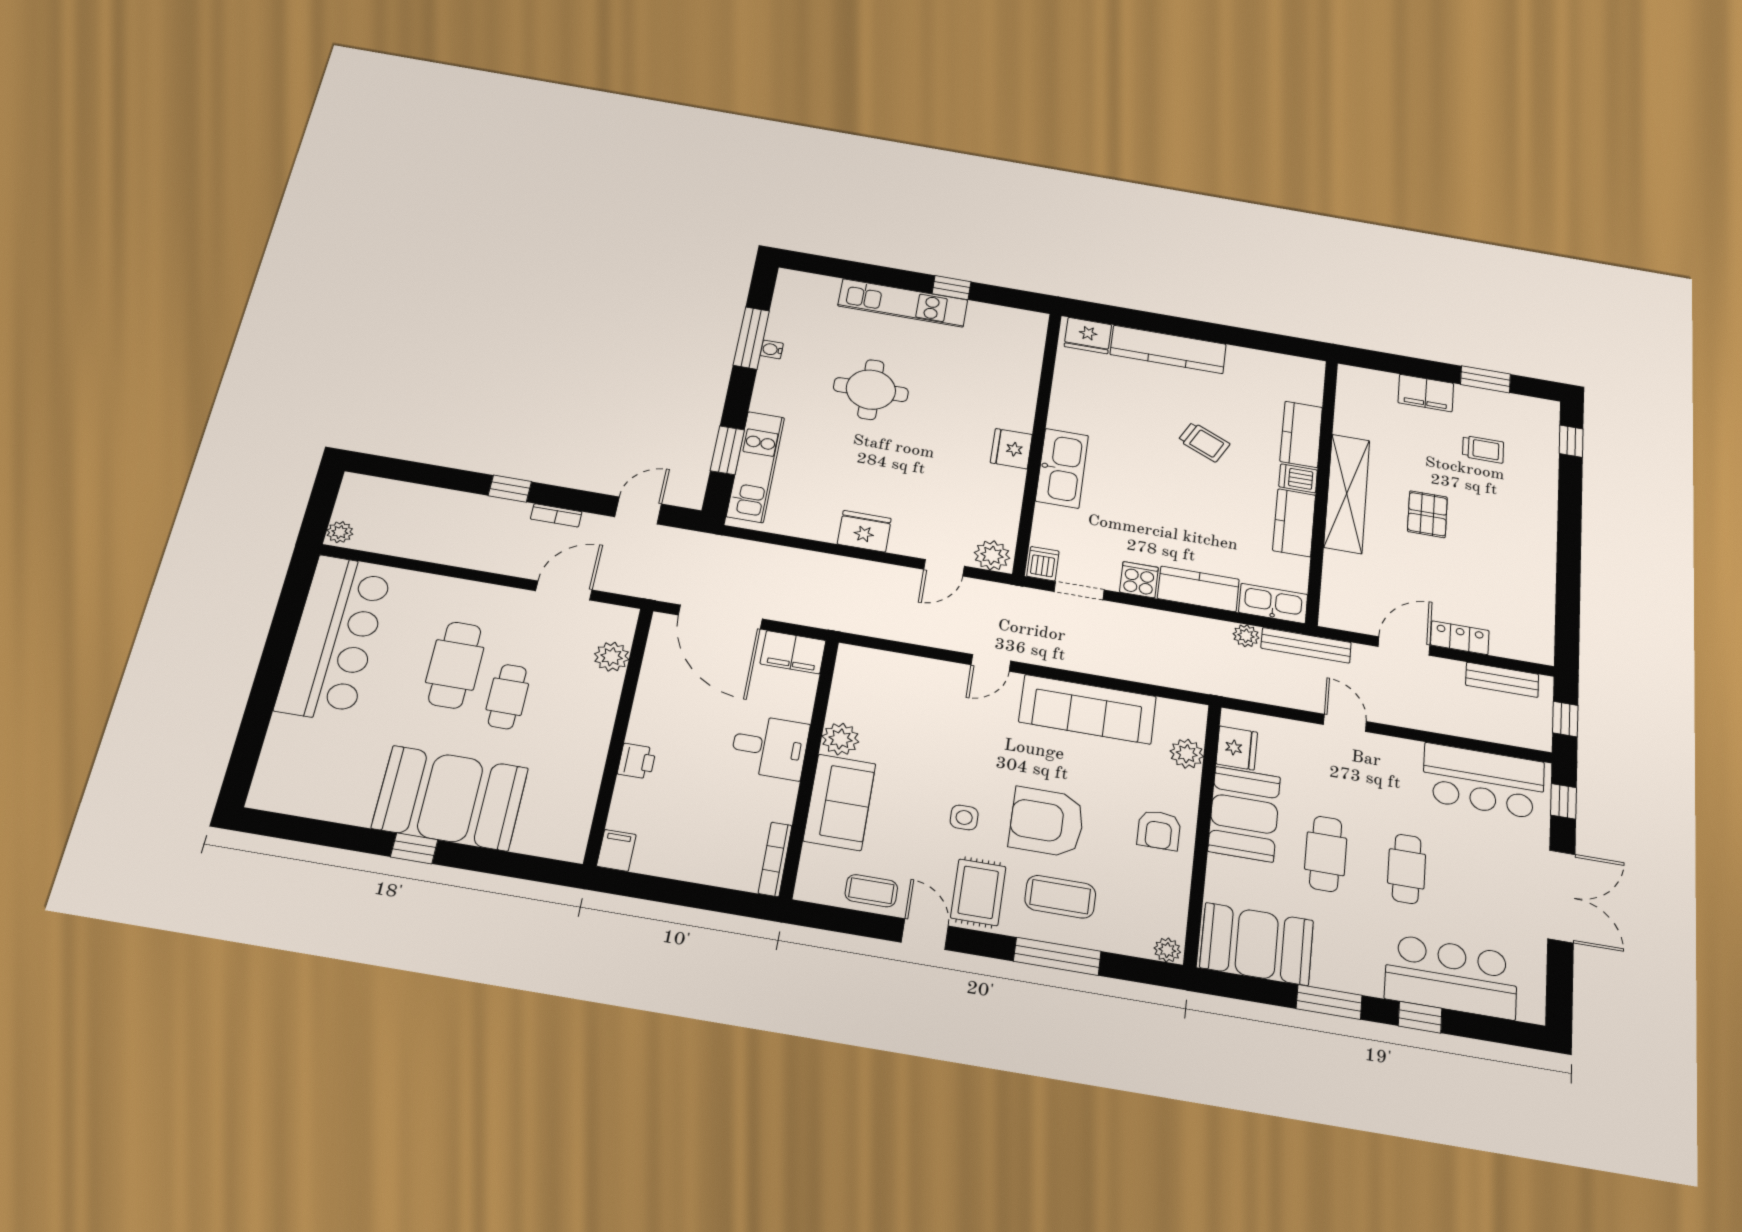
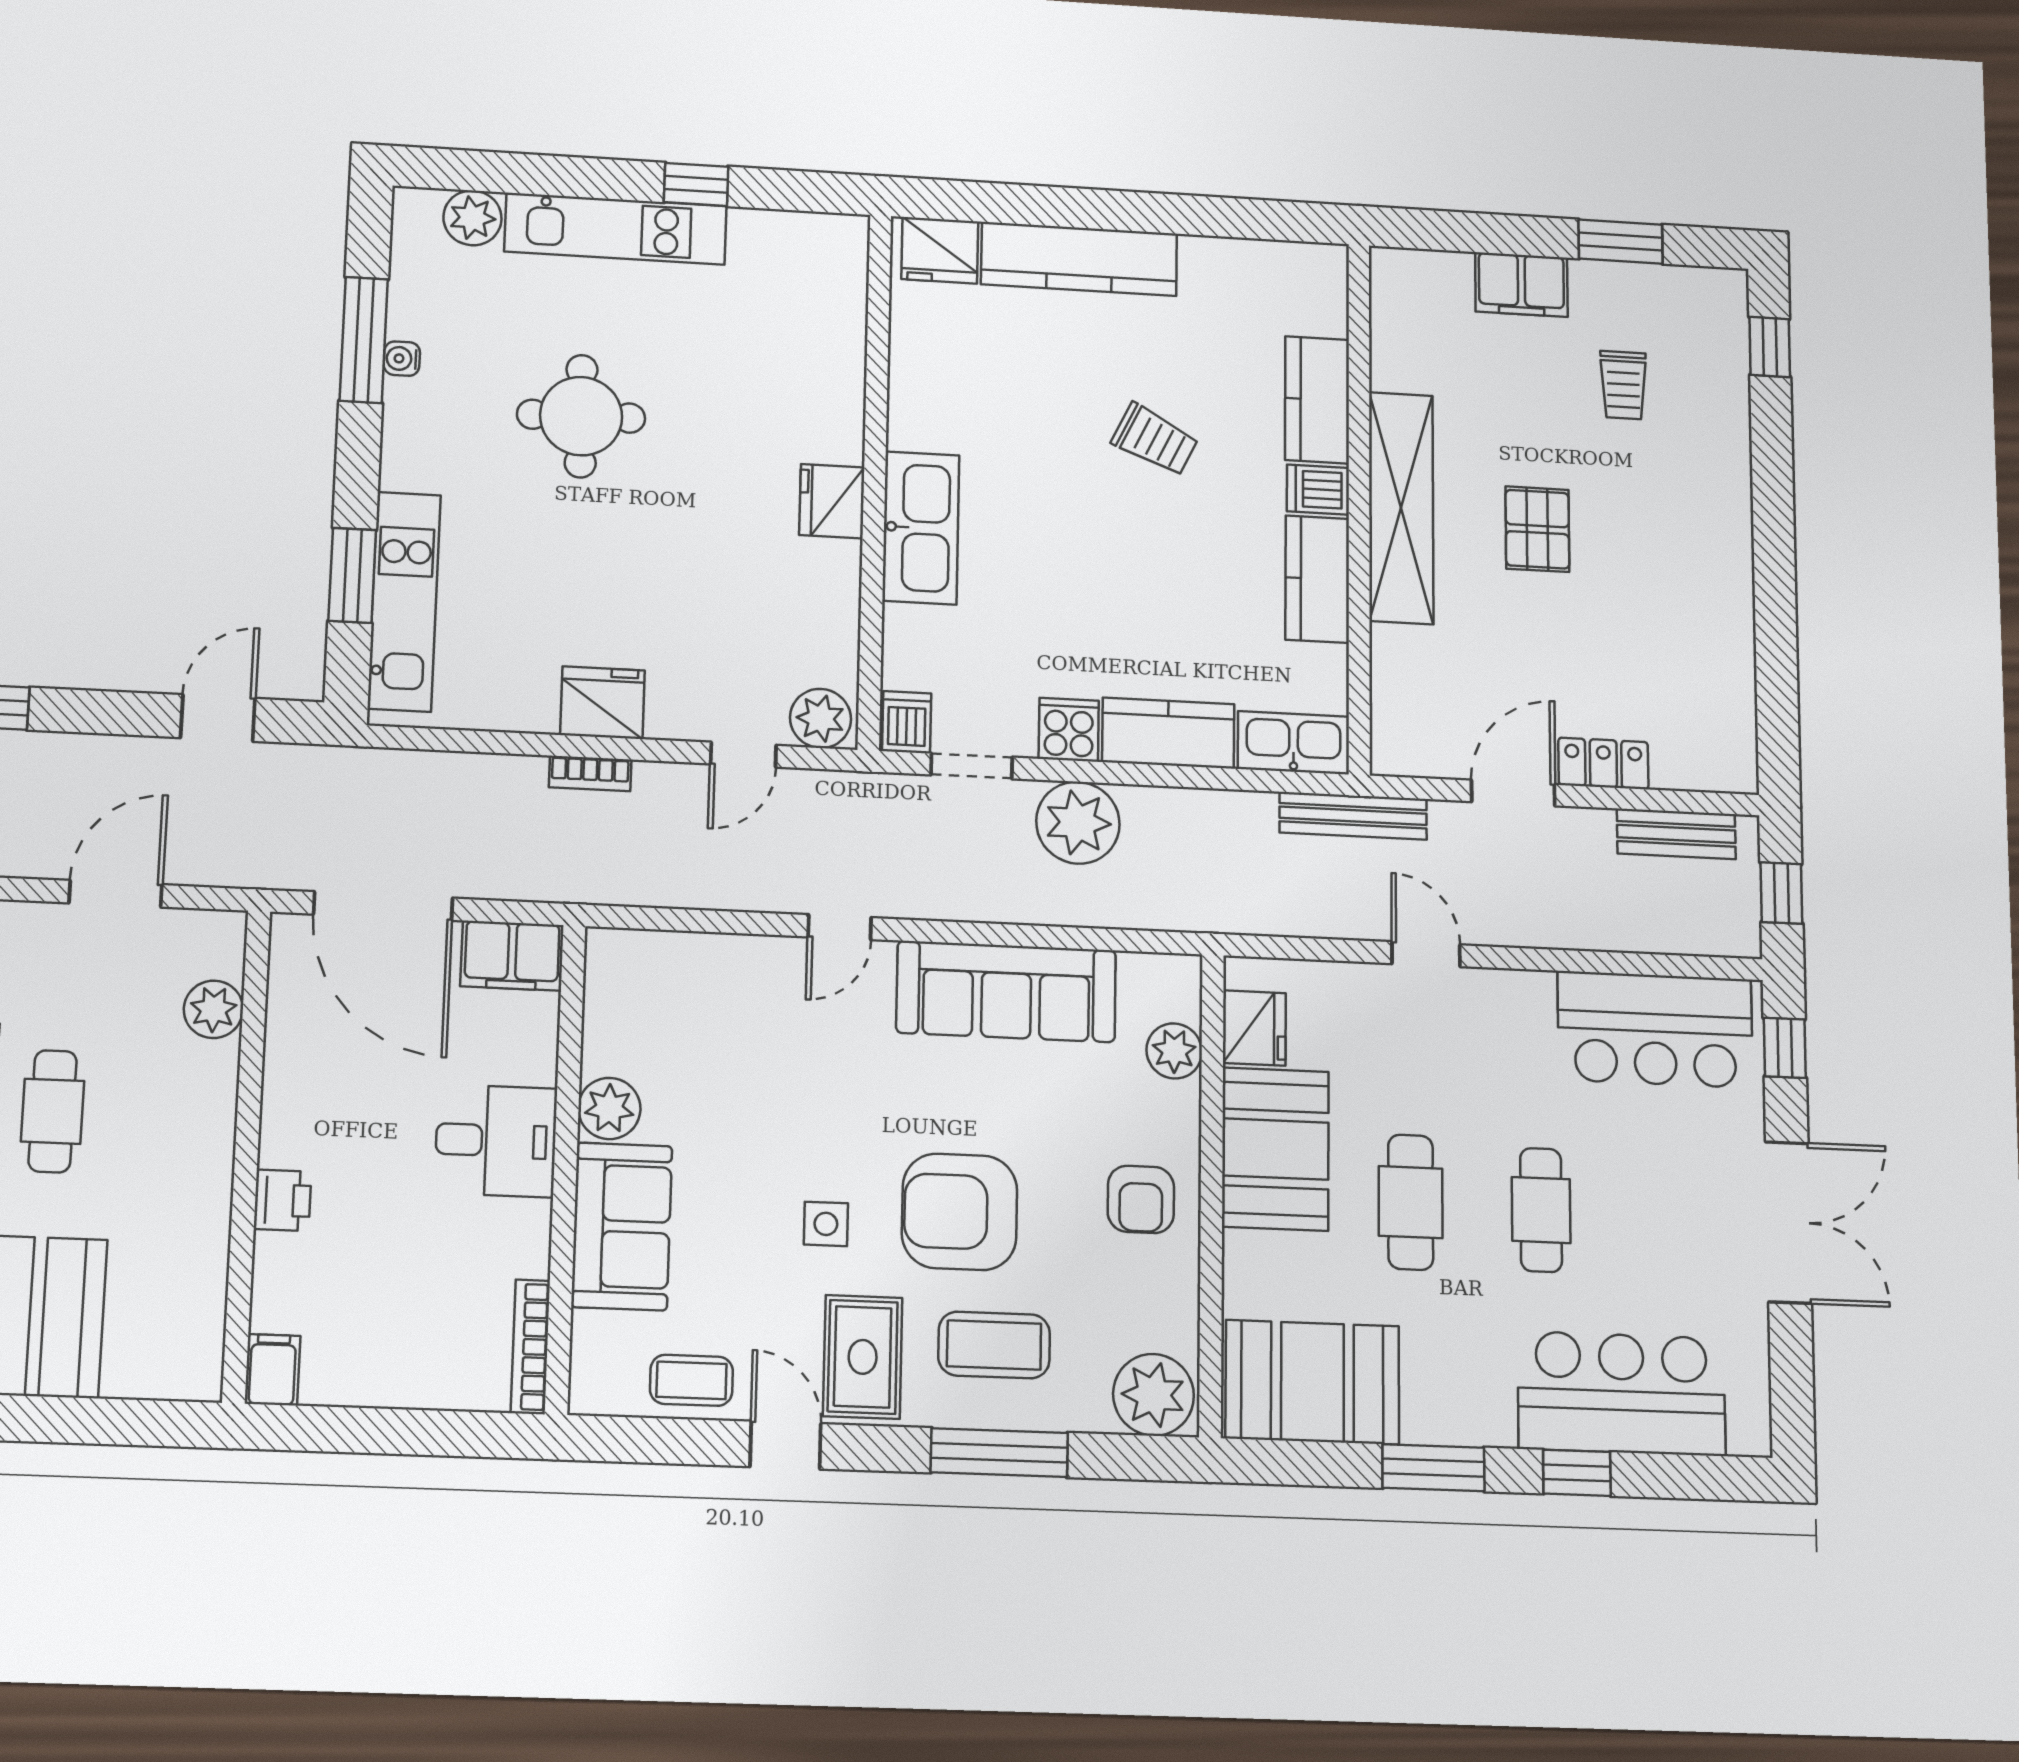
plant: (822, 288) -> (472, 218), added
trolley: (1483, 449) -> (1623, 385), turned 90
bookcase: (556, 515) -> (590, 773), moved
plant: (1246, 636) -> (1078, 823), moved, width x1.87, depth x1.87
plant: (1167, 950) -> (1153, 1395), width x1.87, depth x1.87

